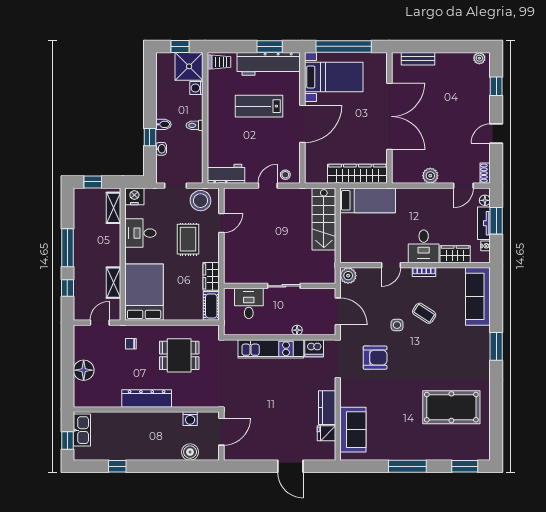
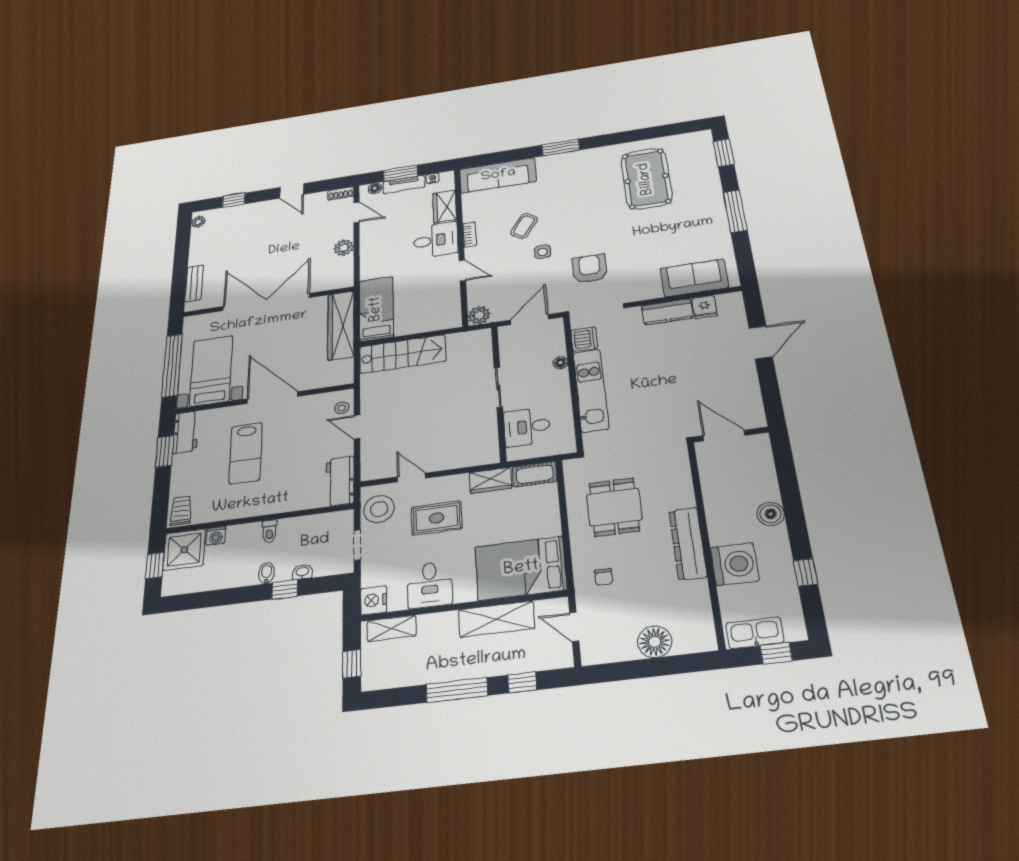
workbench: (269, 64) -> (186, 432), width x0.53, depth x0.76
shelving: (113, 283) -> (496, 619), width x1.50, depth x1.33
washing machine: (190, 419) -> (735, 564), moved, width x1.89, depth x1.89
boiler: (190, 452) -> (771, 514), moved

